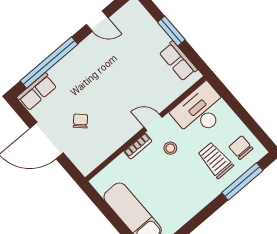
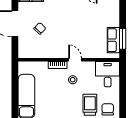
window: (171, 31) -> (123, 39), moved
desk: (200, 111) -> (108, 74), width x0.73

